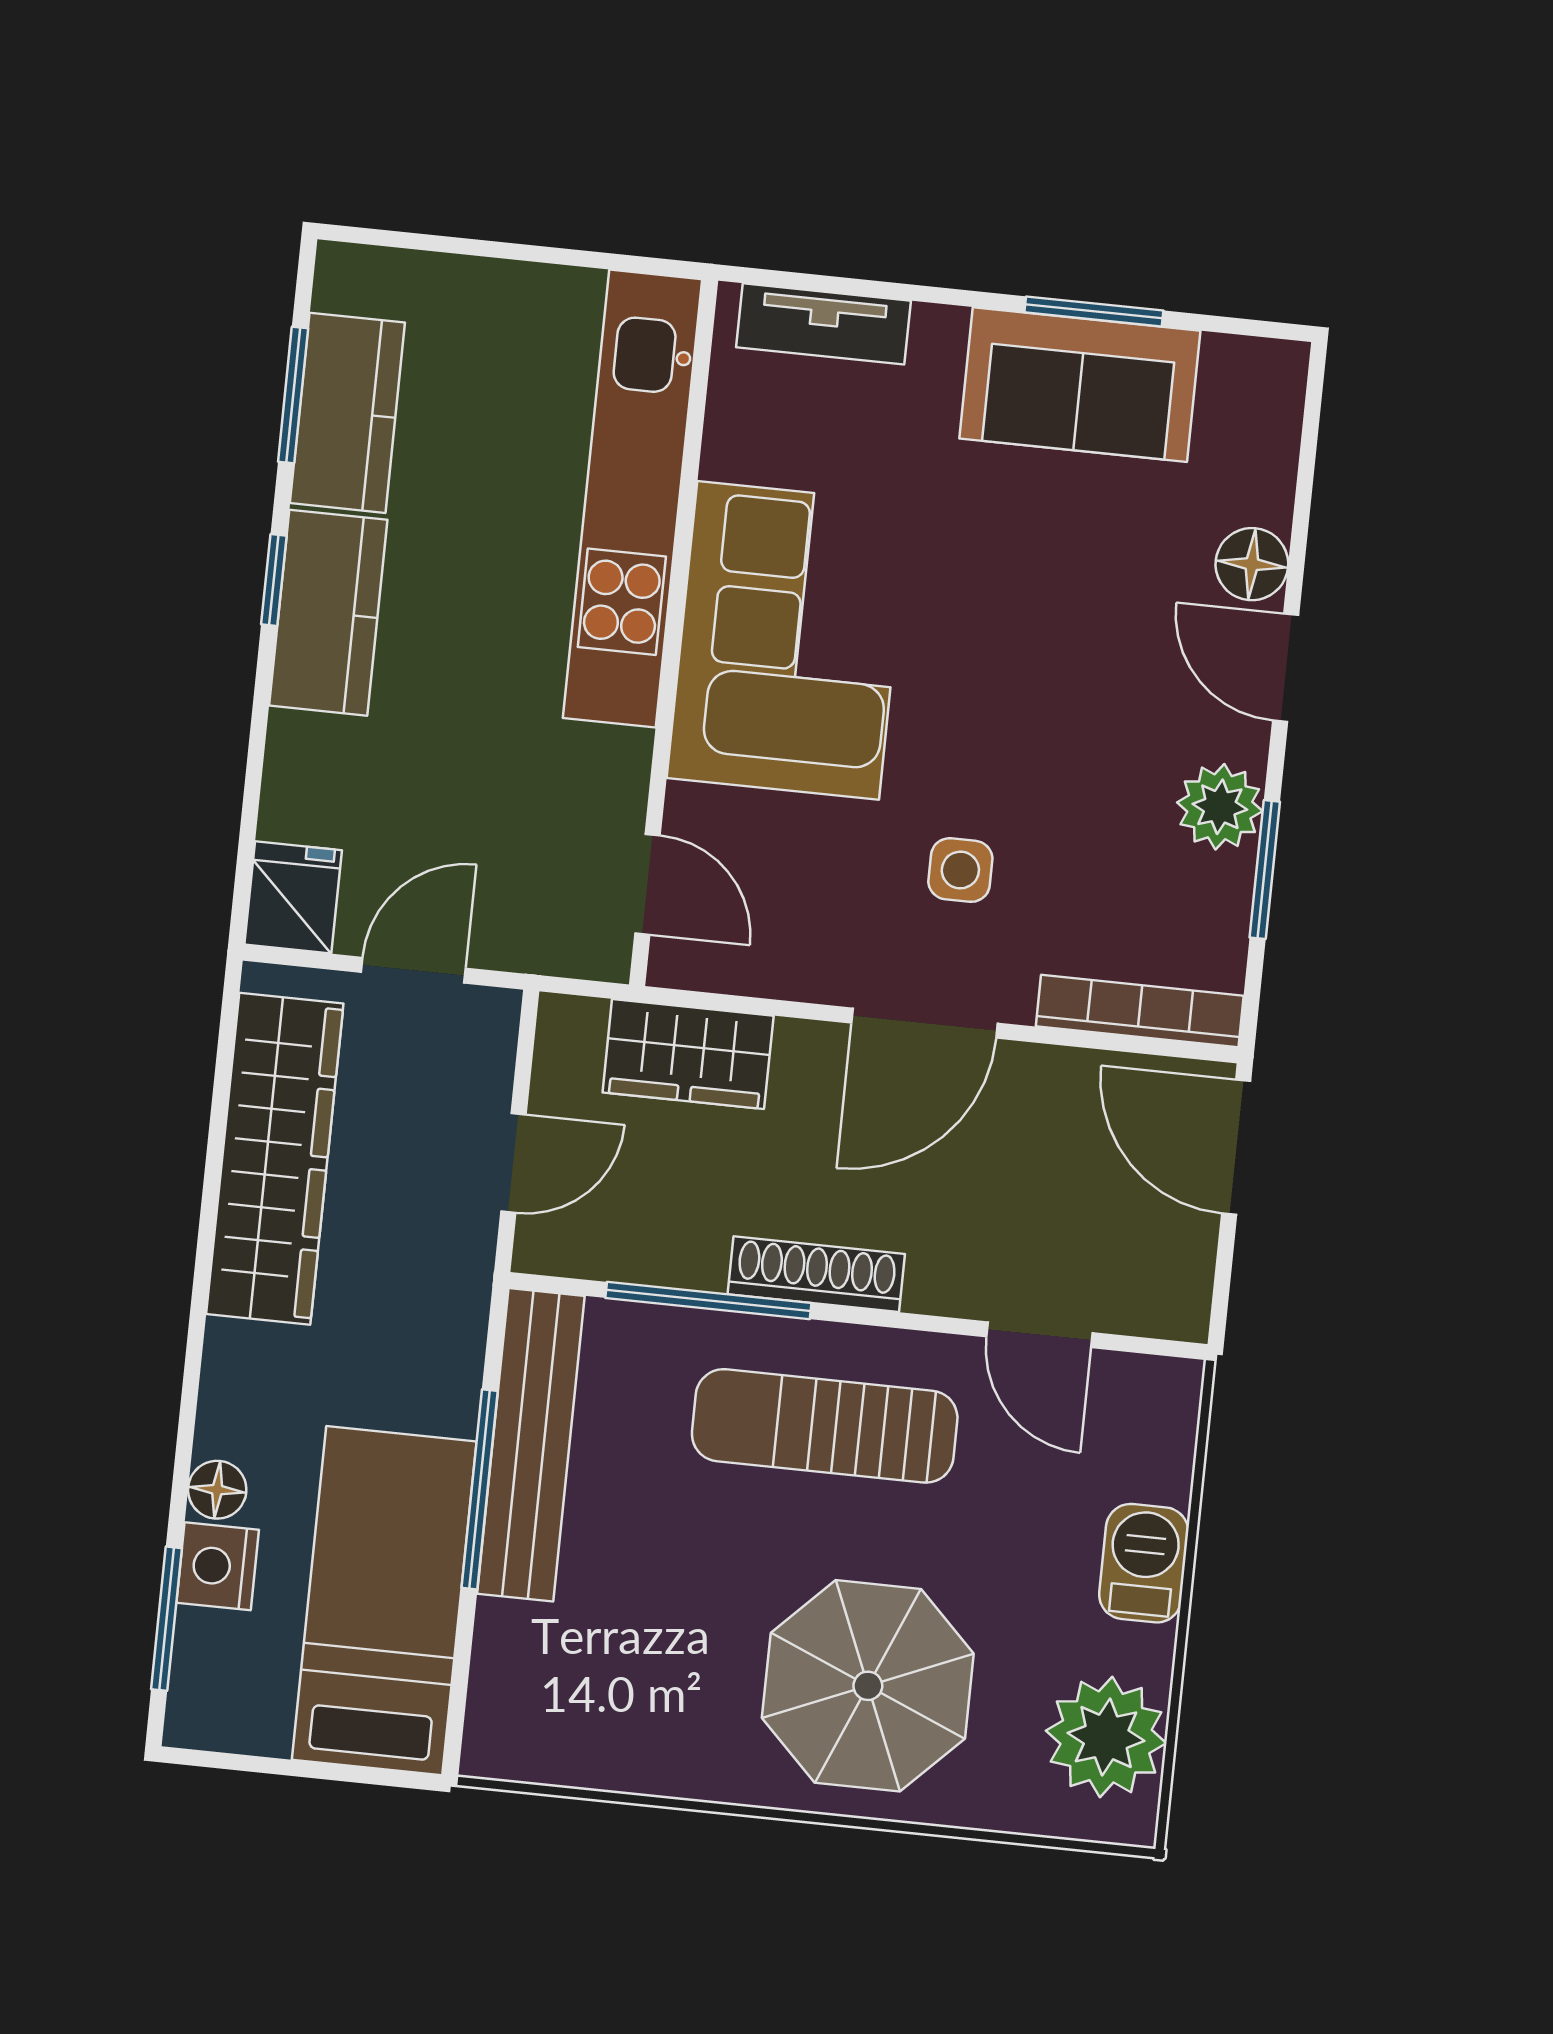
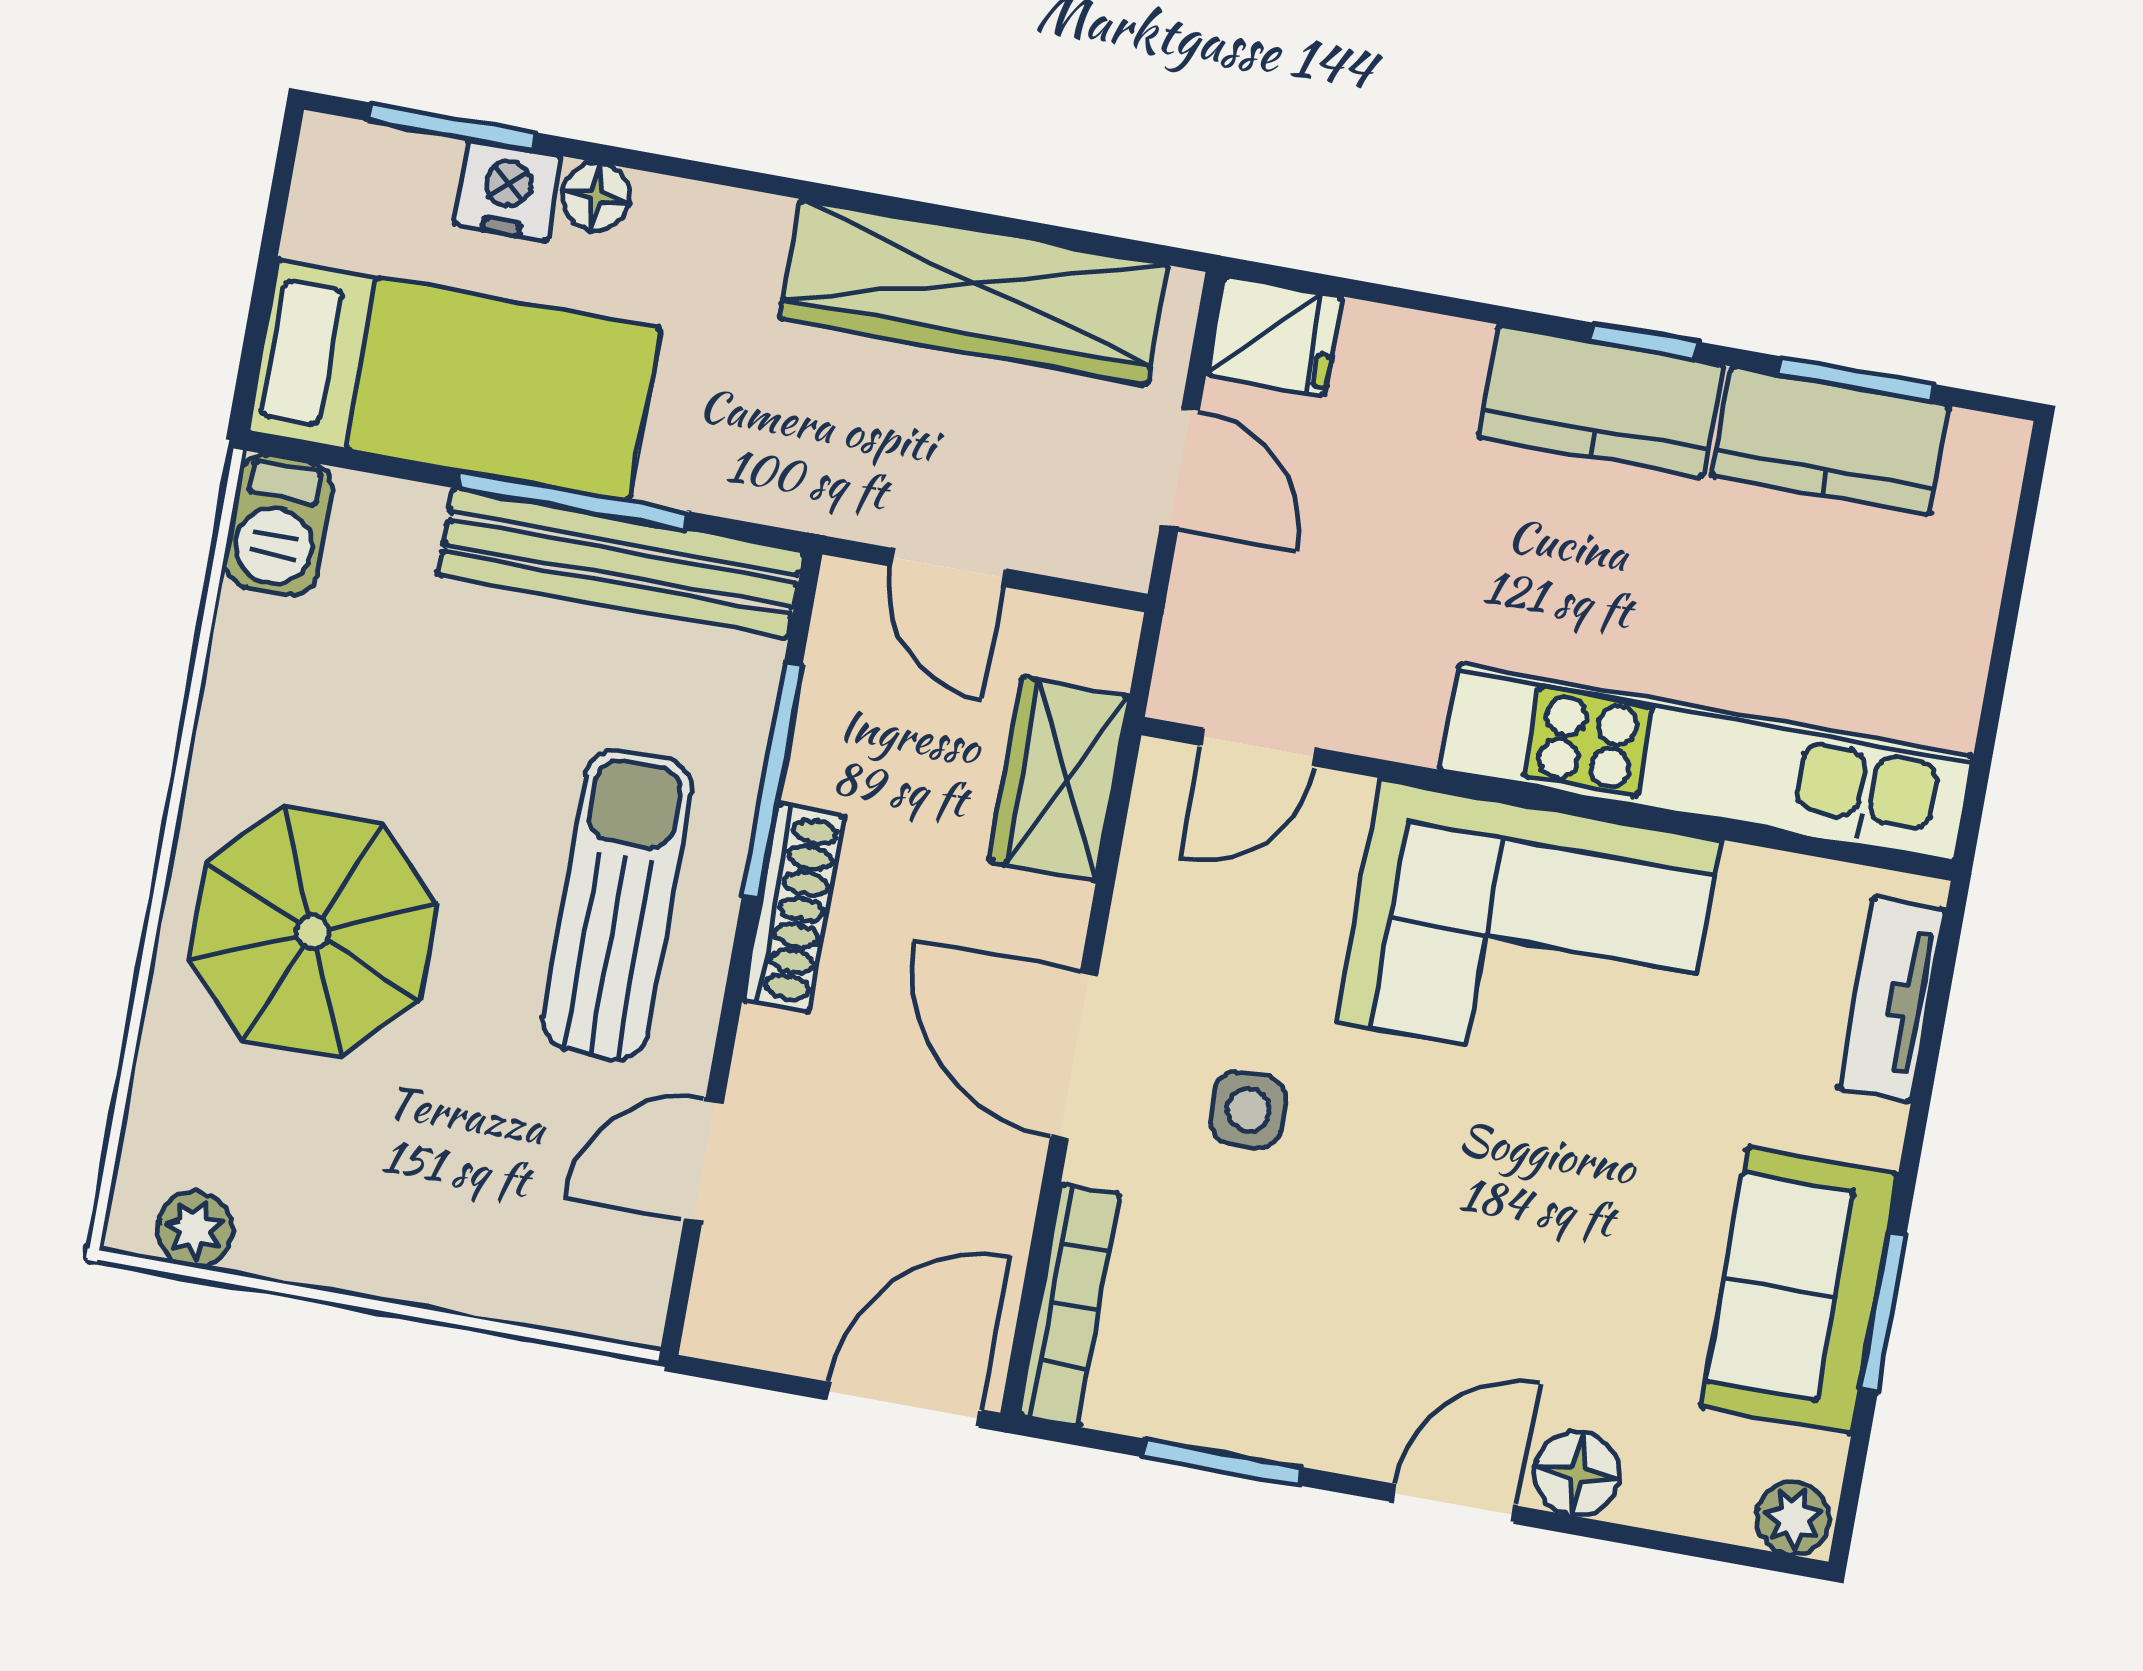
plant: (1220, 807) -> (1793, 1518), moved, width x0.73, depth x0.73
barbecue: (1144, 1563) -> (278, 525), moved, turned 90
plant: (1106, 1737) -> (195, 1230), width x0.53, depth x0.53

